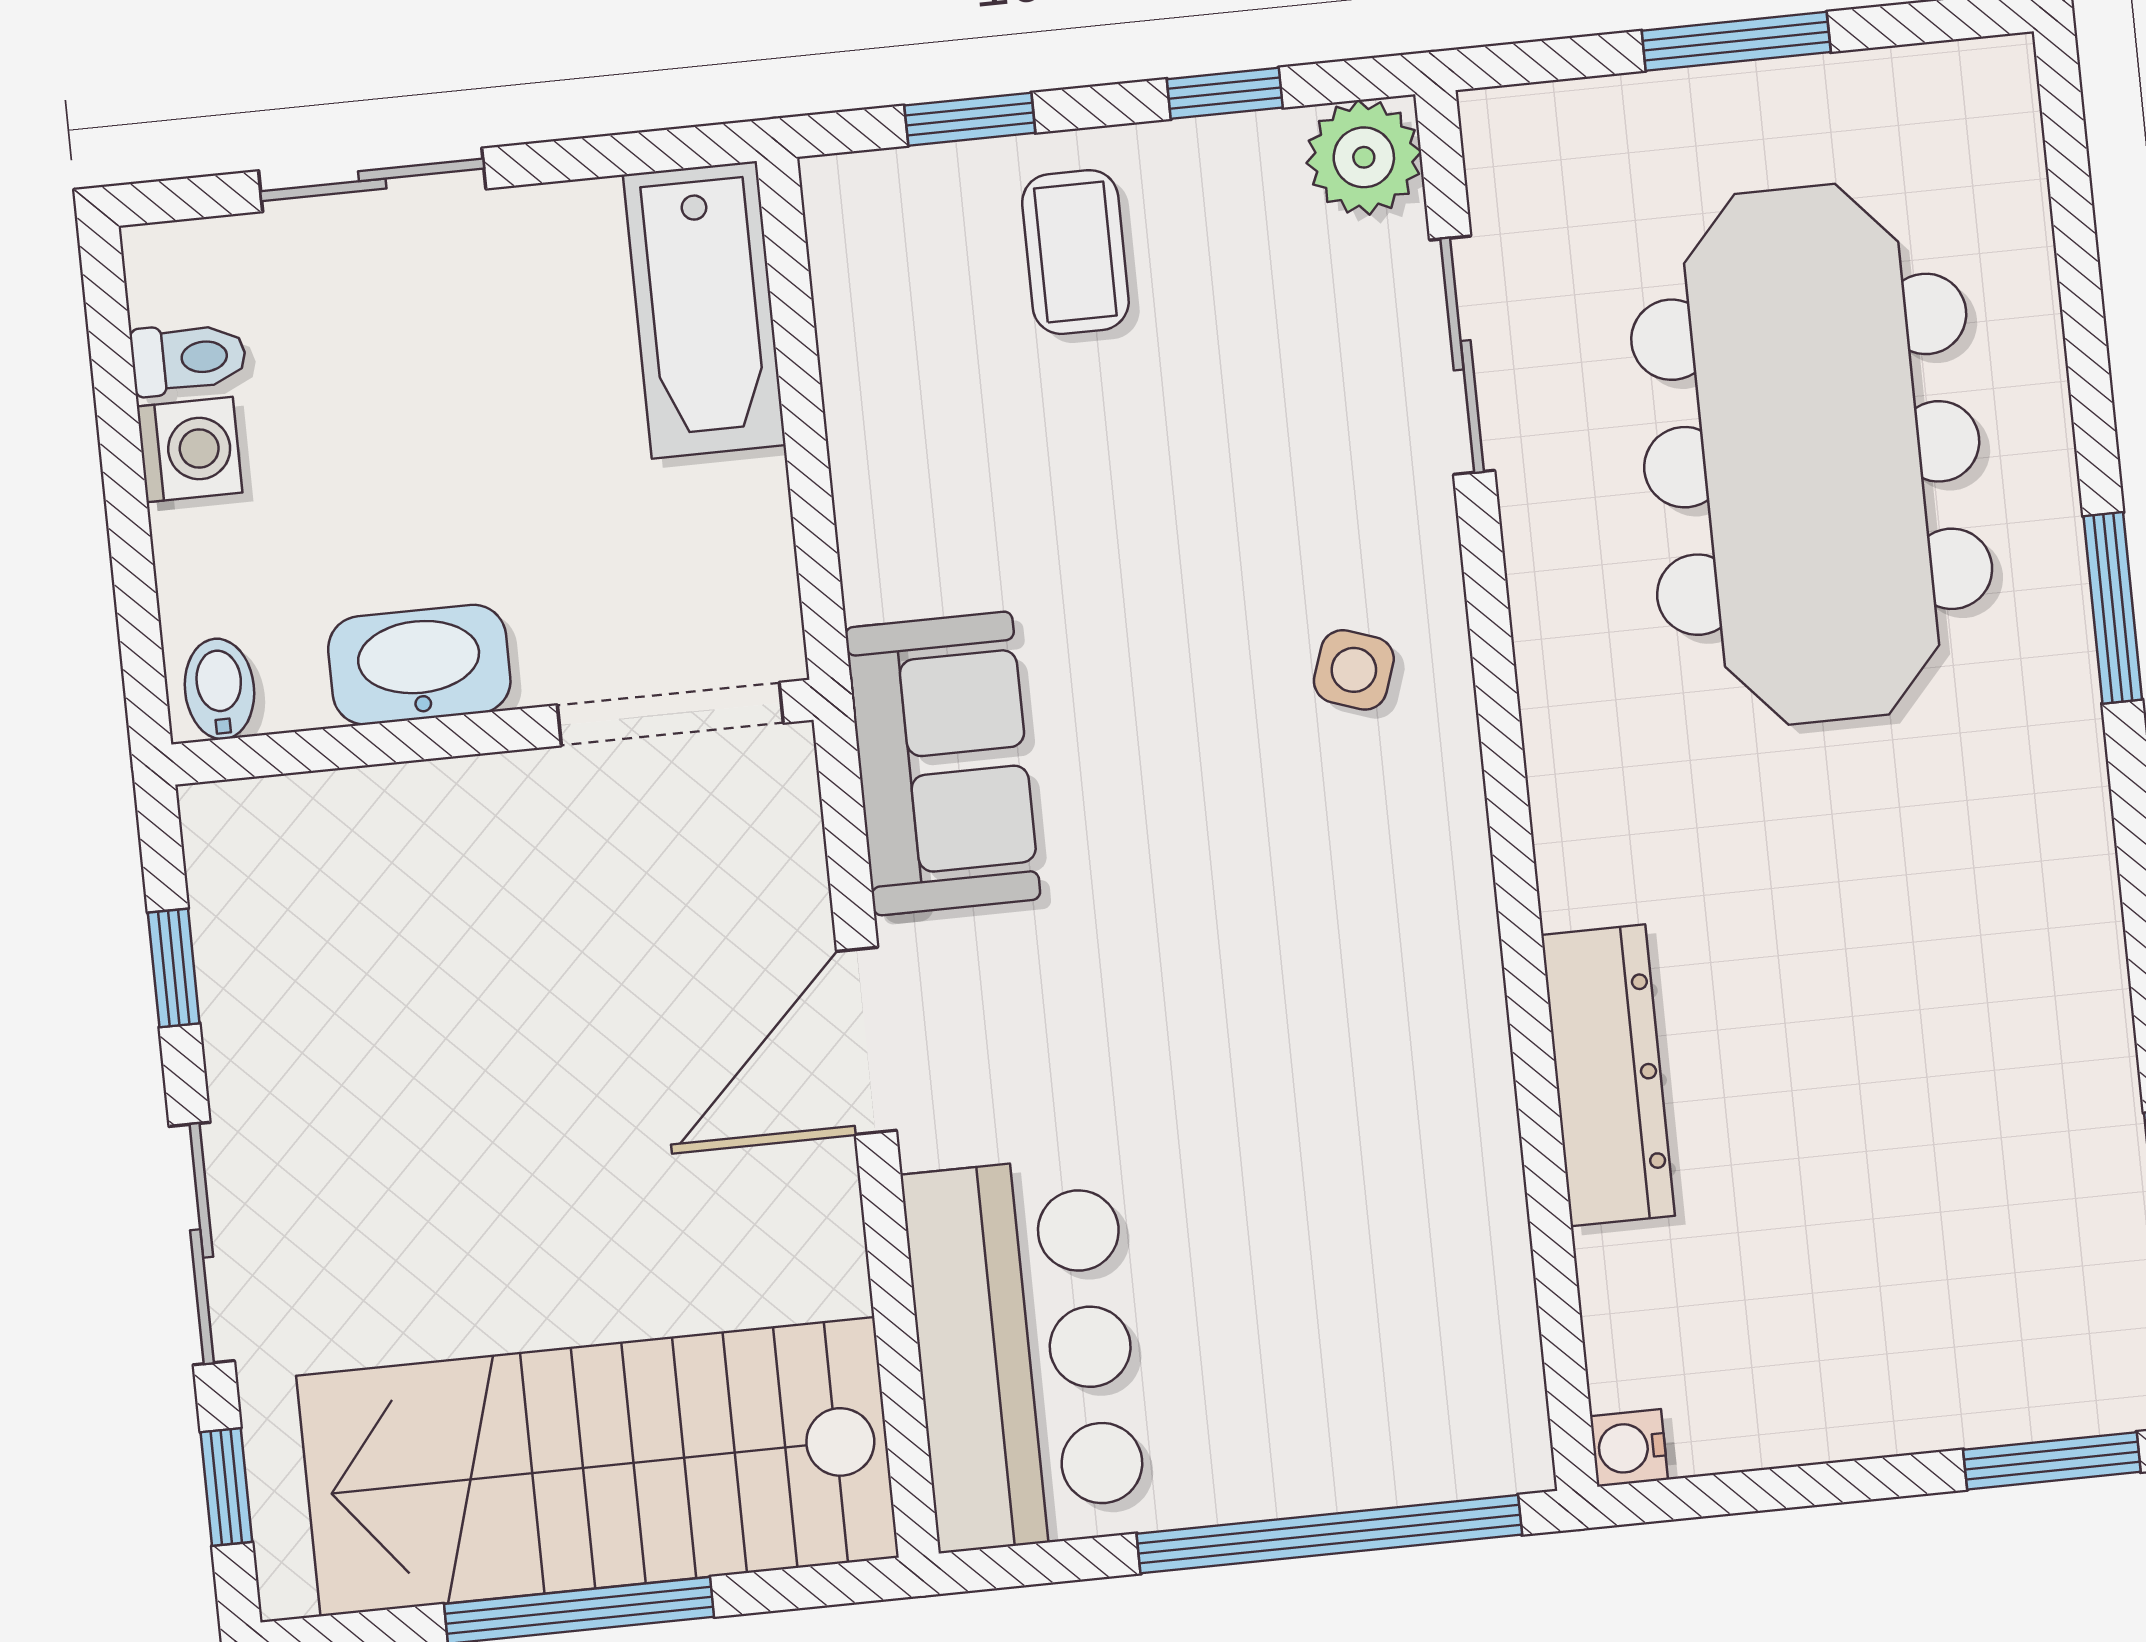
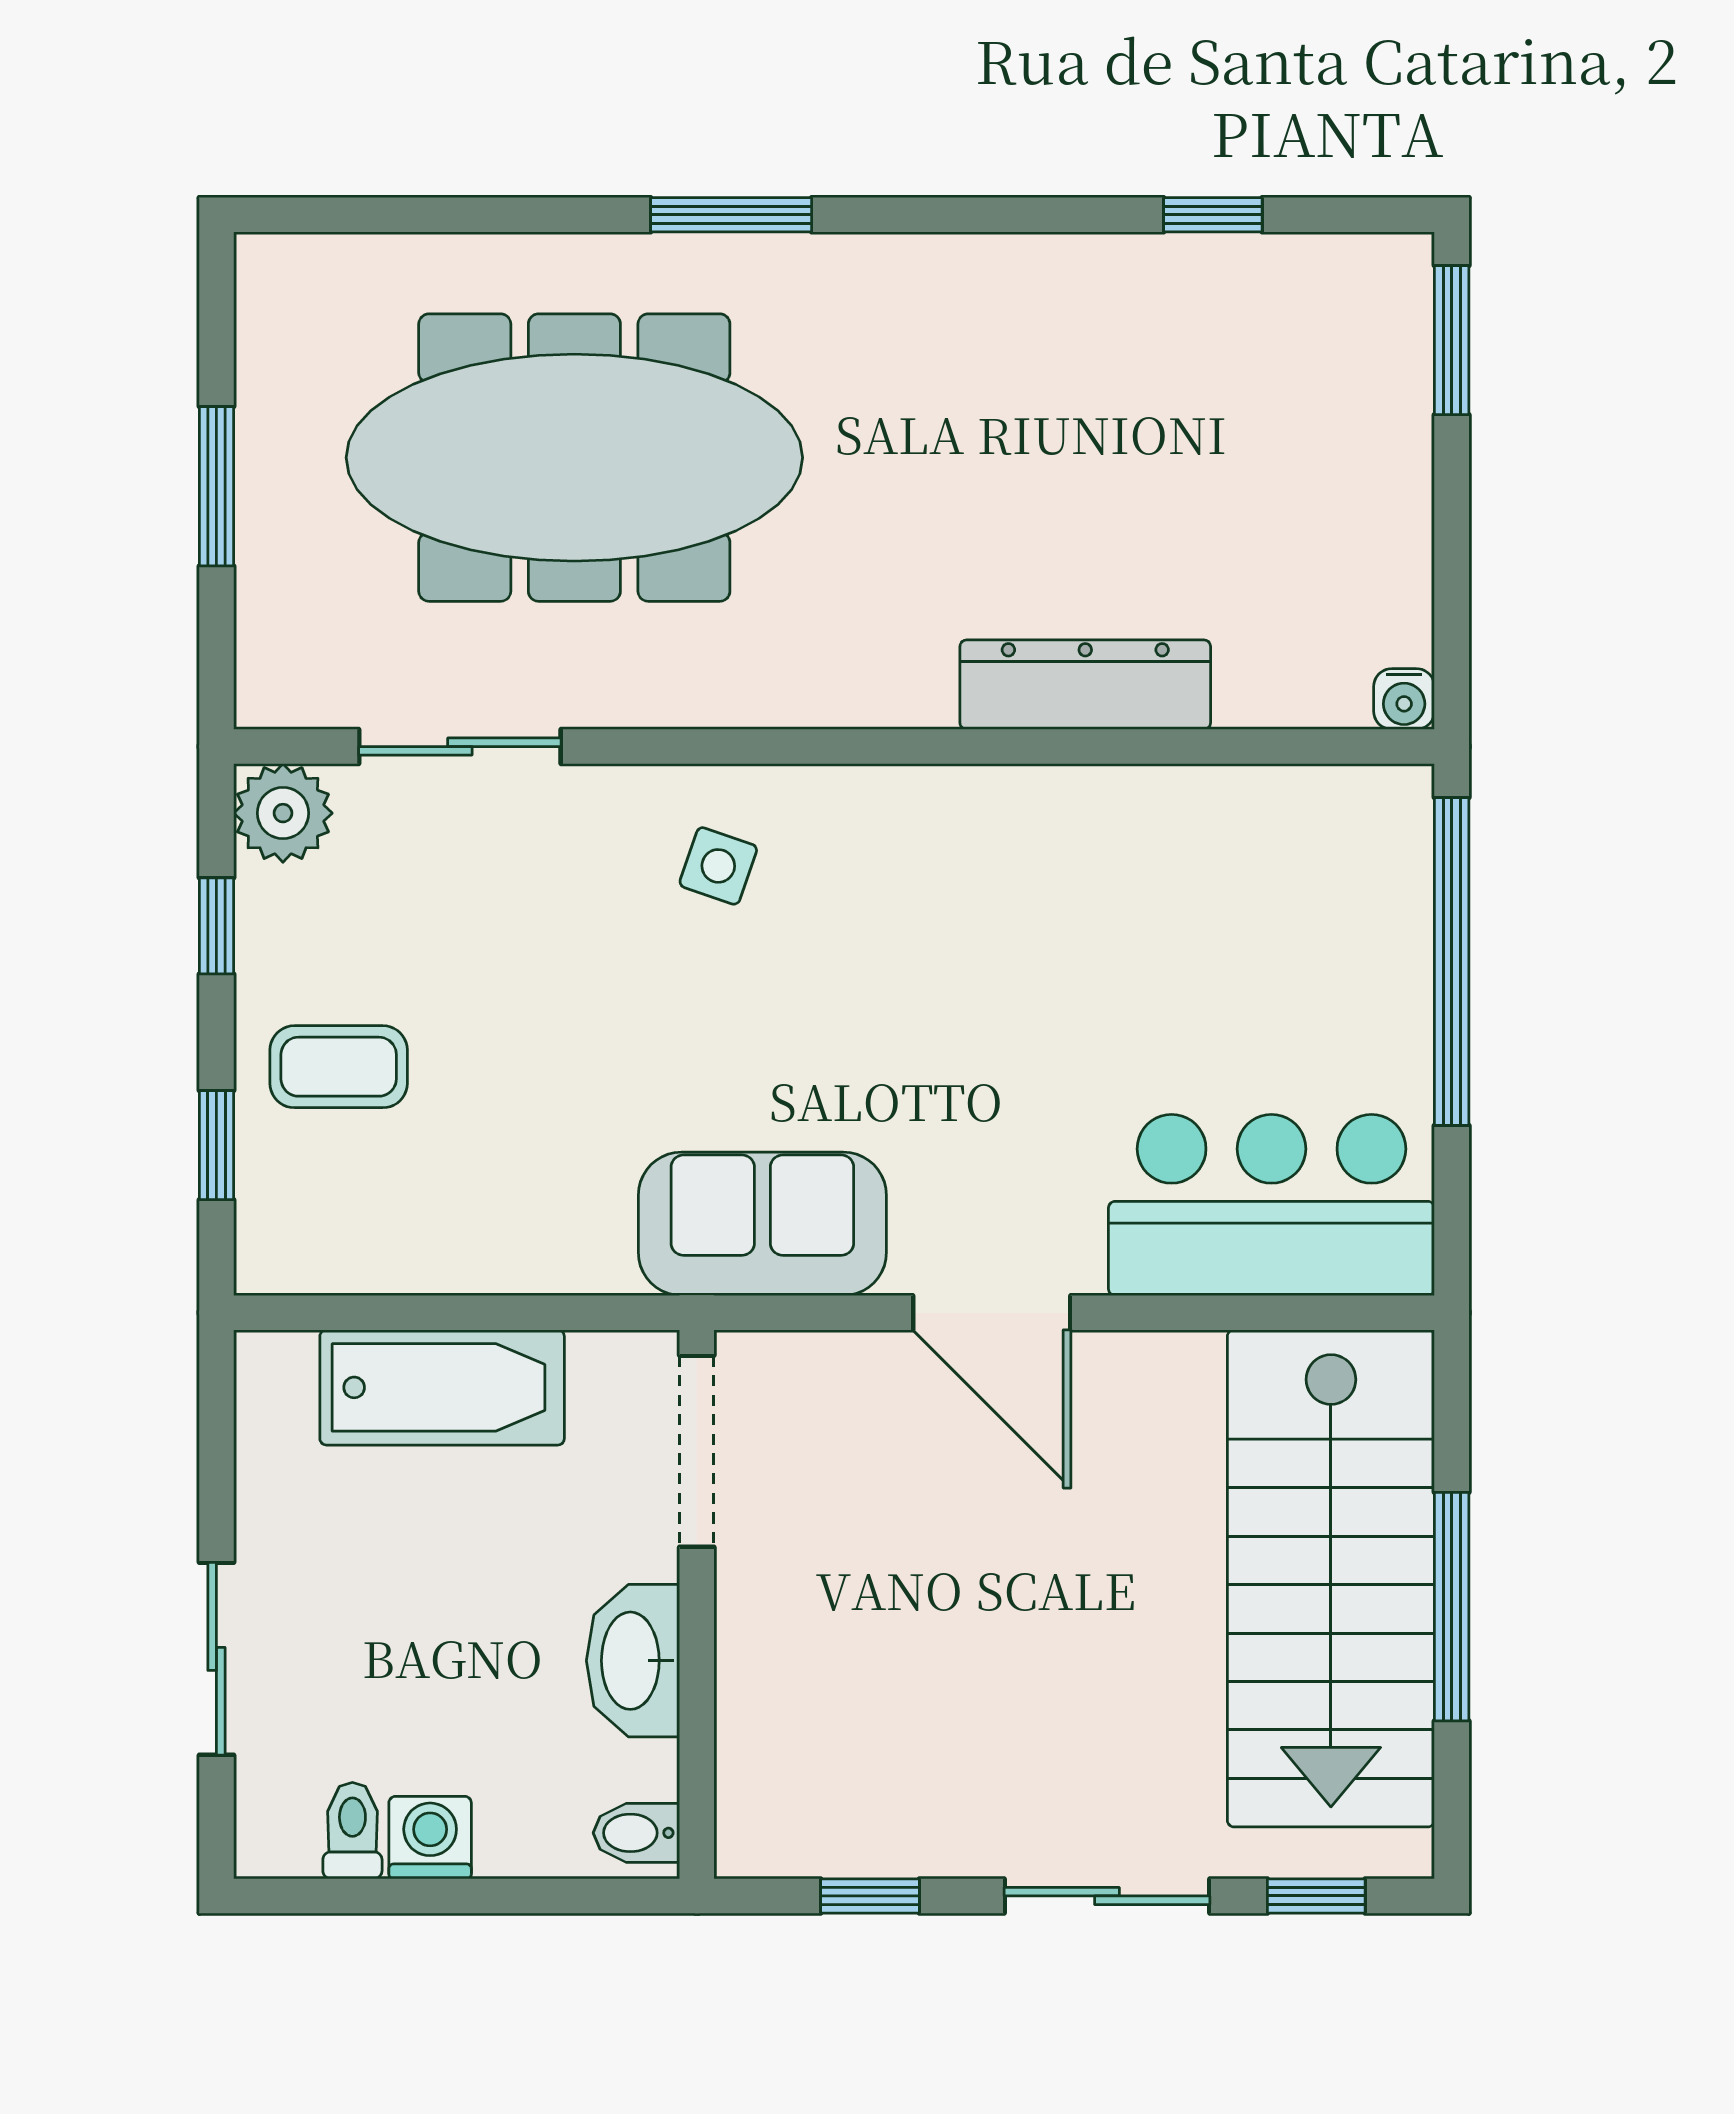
bathtub: (704, 310) -> (442, 1387), moved

